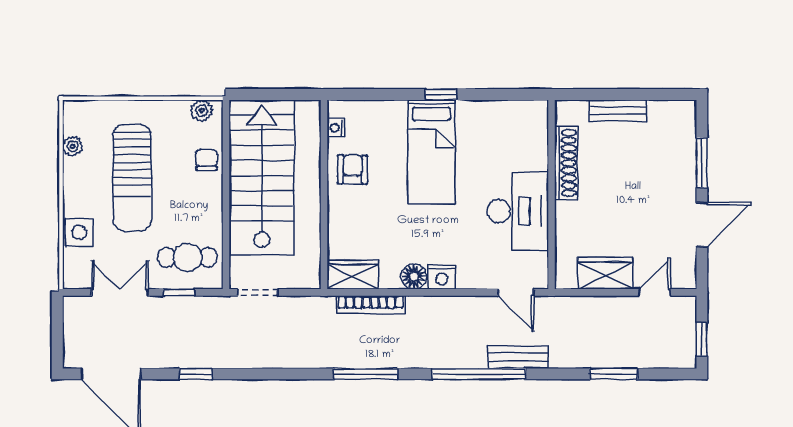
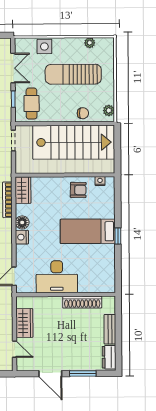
dresser: (671, 112) -> (109, 357), added

